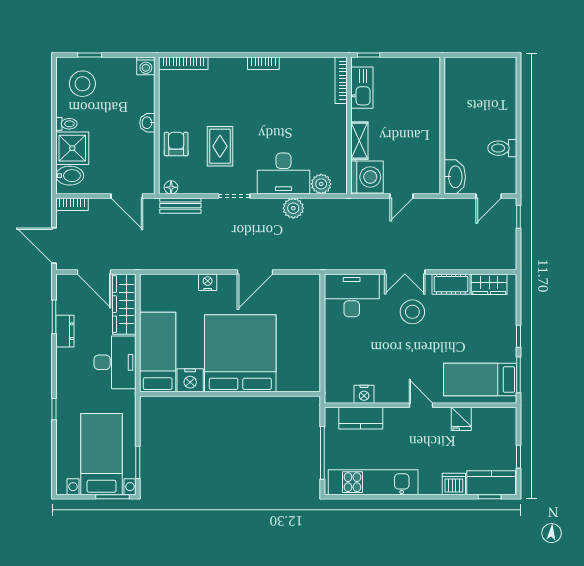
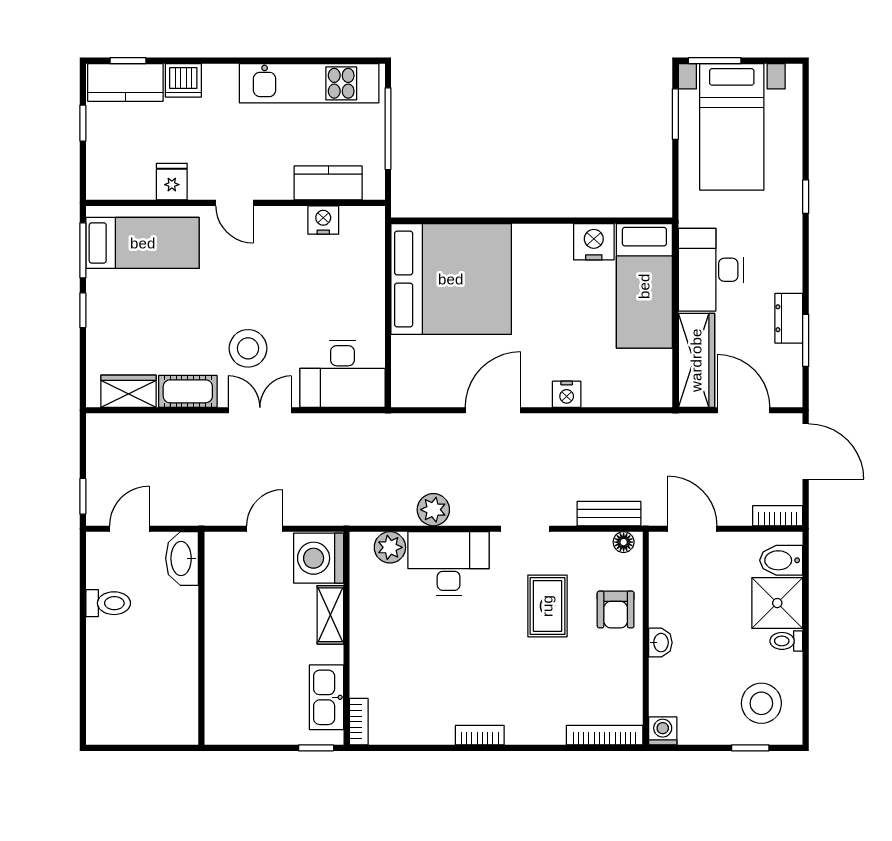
bookcase: (341, 80) -> (359, 722), width x0.64
bed: (240, 353) -> (451, 279), moved, turned -90

